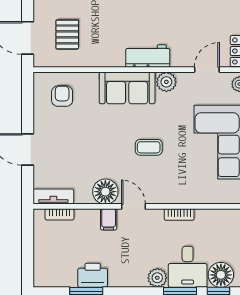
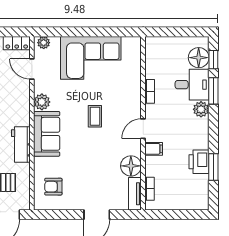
workbench: (148, 56) -> (21, 145), moved
floor lamp: (105, 192) -> (131, 166), moved

